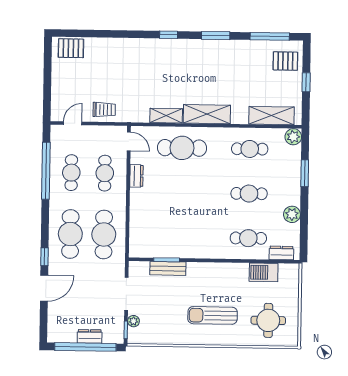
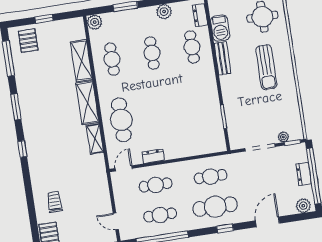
trolley: (104, 110) -> (54, 202), moved
shelving: (272, 116) -> (81, 61), moved
cafe table: (104, 235) -> (211, 177), width x0.73, depth x0.74
window: (45, 257) -> (225, 228), moved
bench: (168, 268) -> (223, 58), moved
door: (44, 288) -> (267, 222), hinge flipped
plant: (55, 330) -> (303, 206), added

